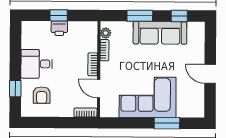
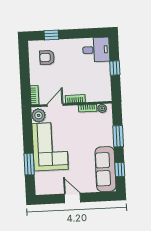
printer: (59, 28) -> (104, 69), removed
sofa: (160, 33) -> (105, 169), moved
desk: (37, 64) -> (96, 50), moved, turned 90
door: (210, 74) -> (72, 198), hinge flipped
plant: (110, 109) -> (39, 115), added

